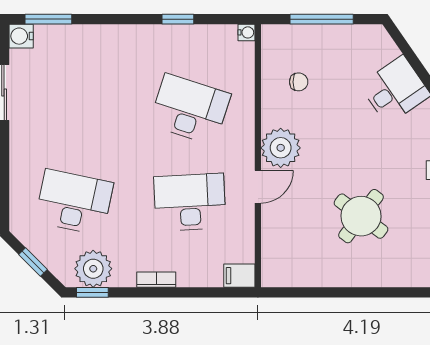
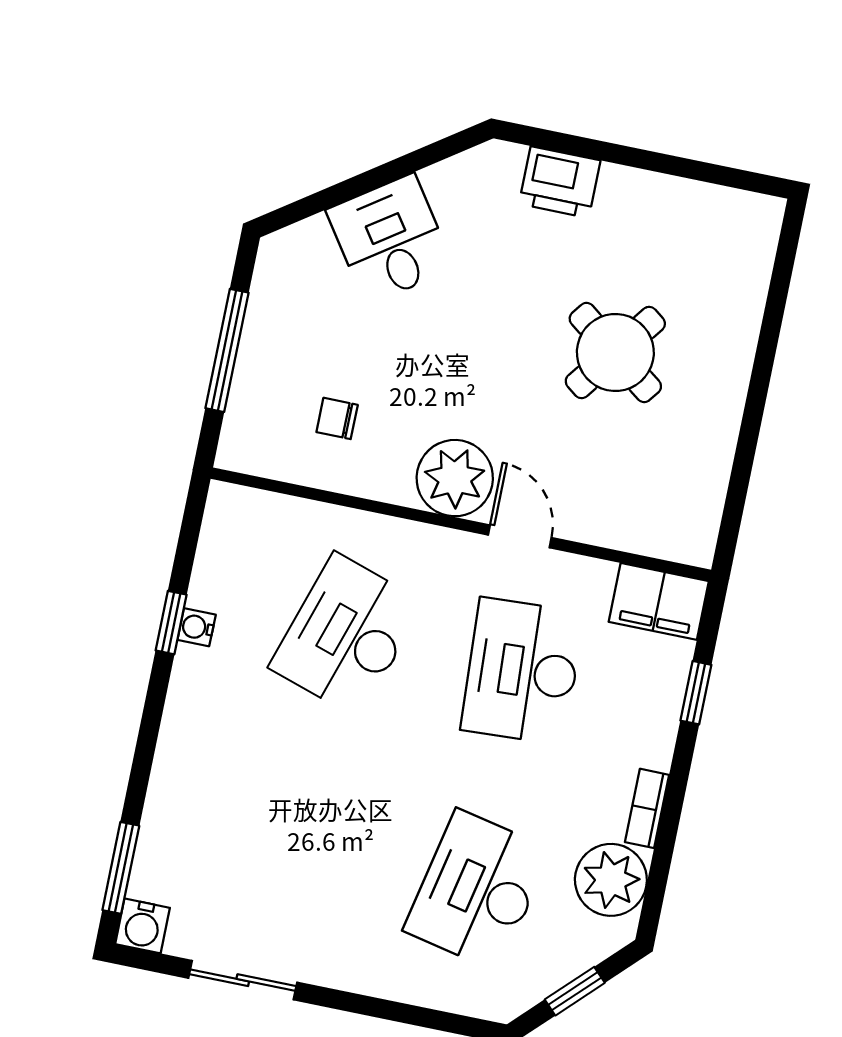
water cooler: (247, 32) -> (197, 627), moved, turned -90
chair: (299, 82) -> (337, 418), turned -90
filing cabinet: (239, 276) -> (659, 601), width x2.00
bookcase: (156, 280) -> (647, 808), moved
window: (92, 292) -> (696, 693), moved

